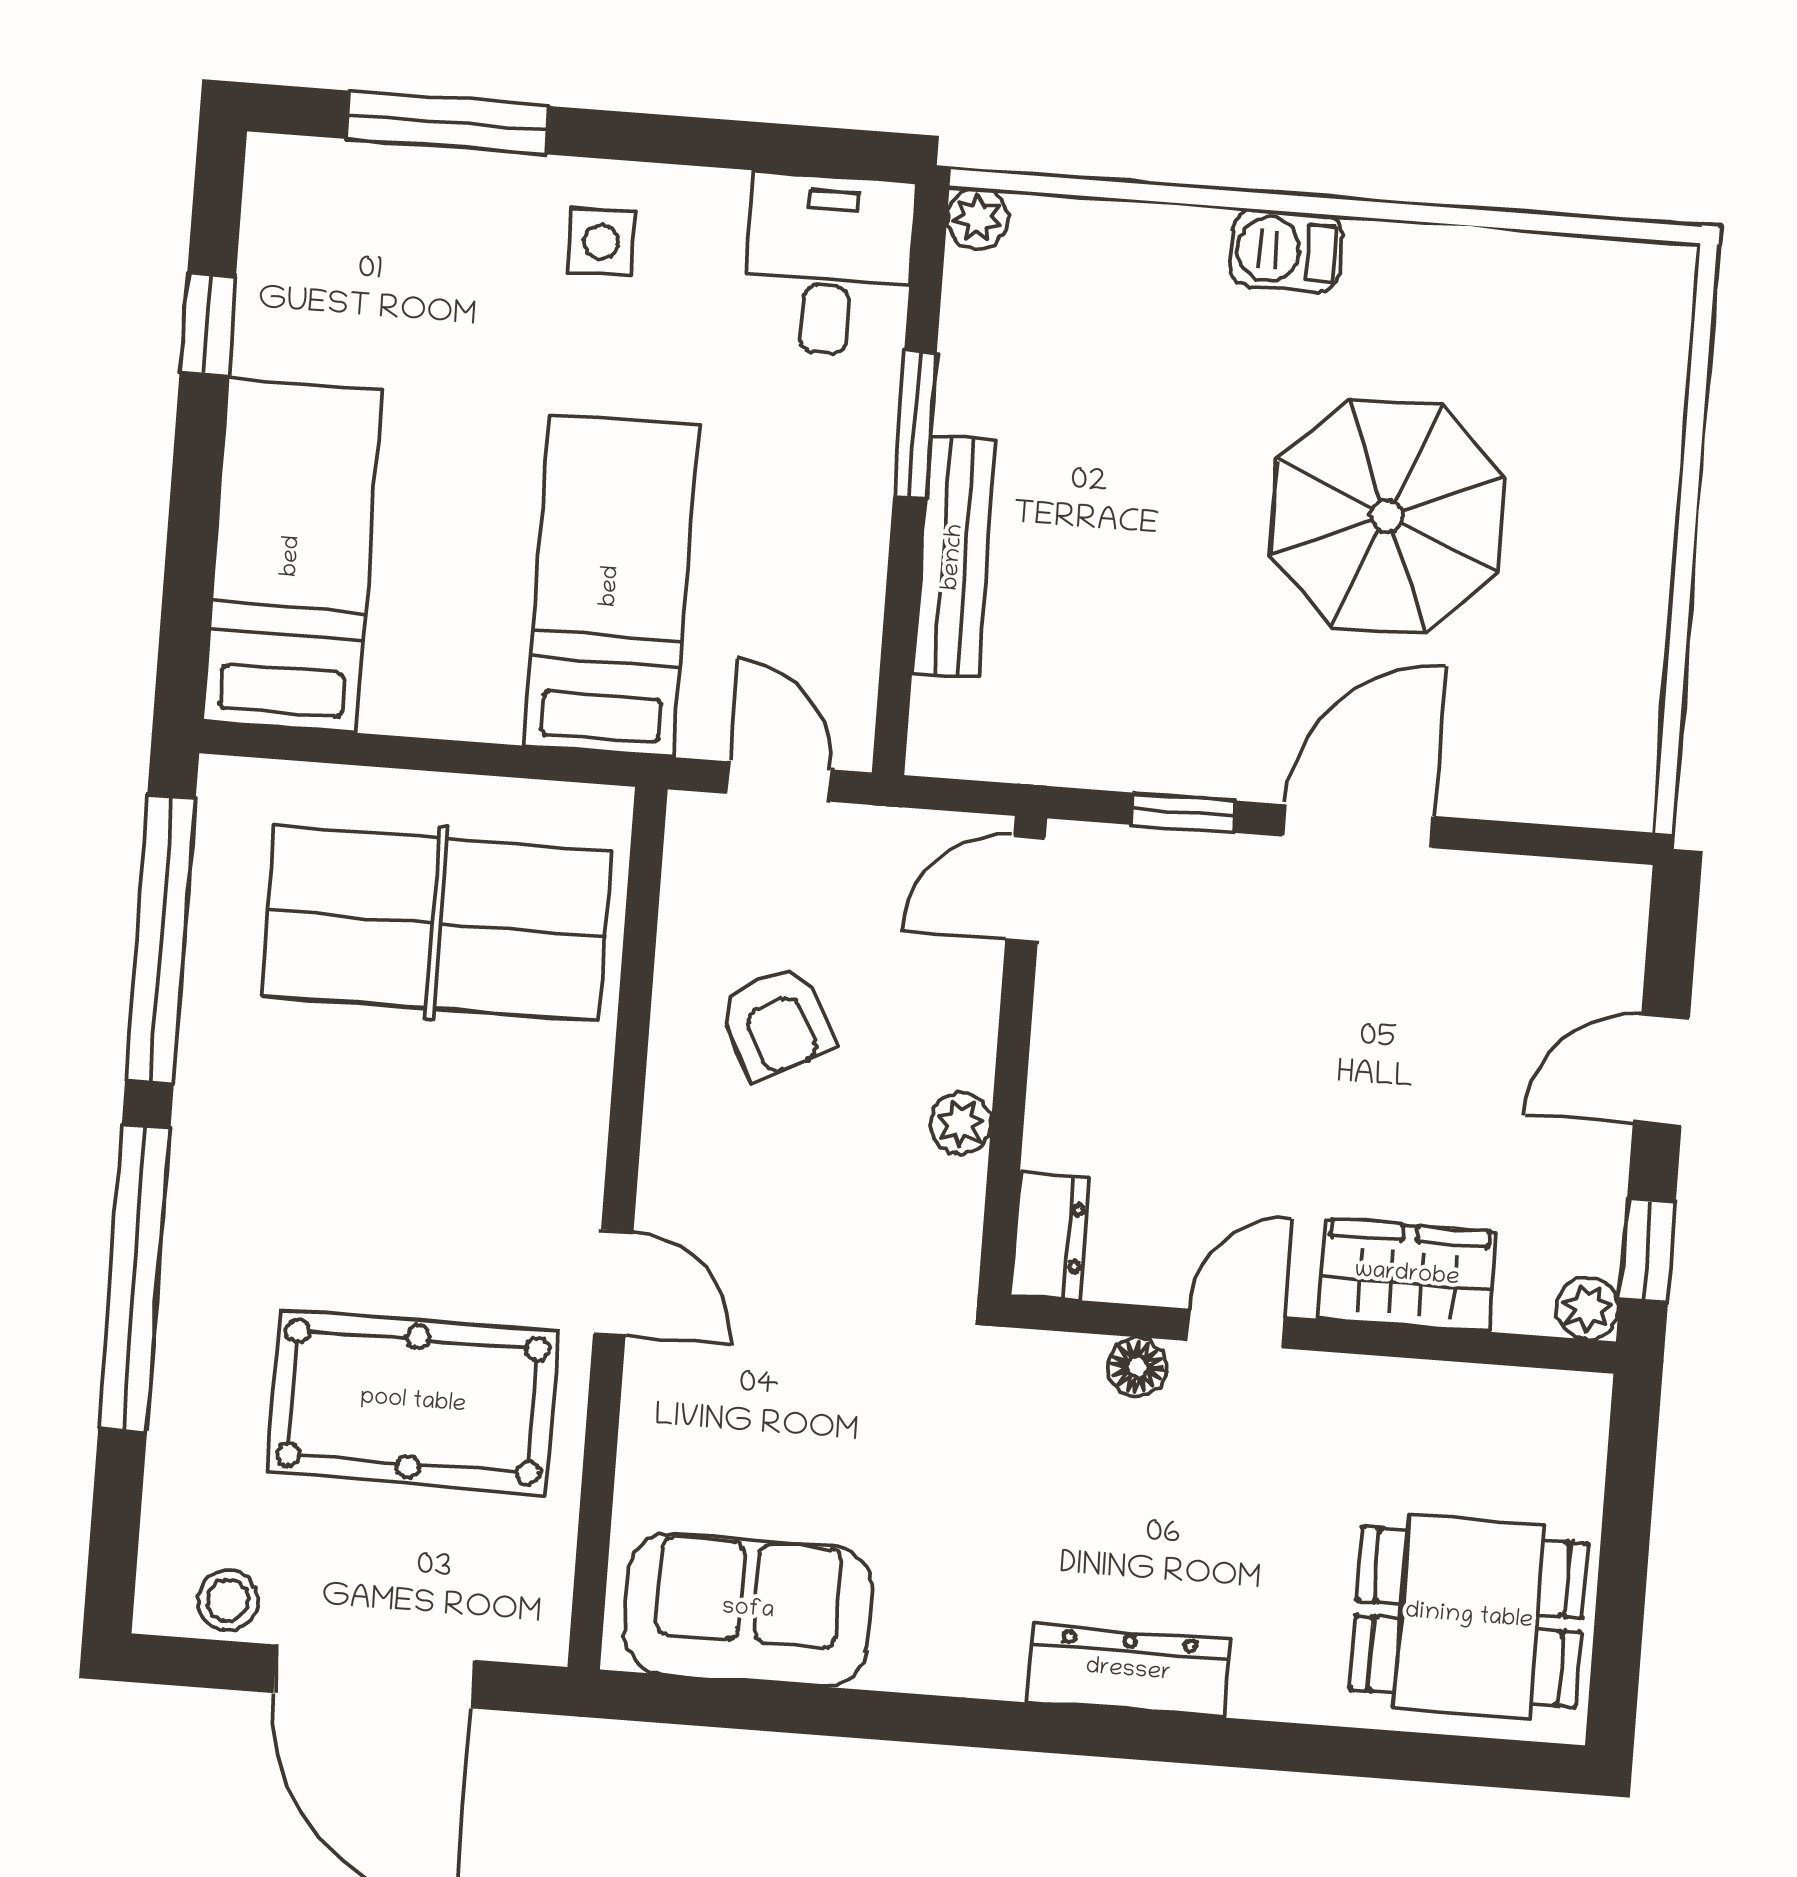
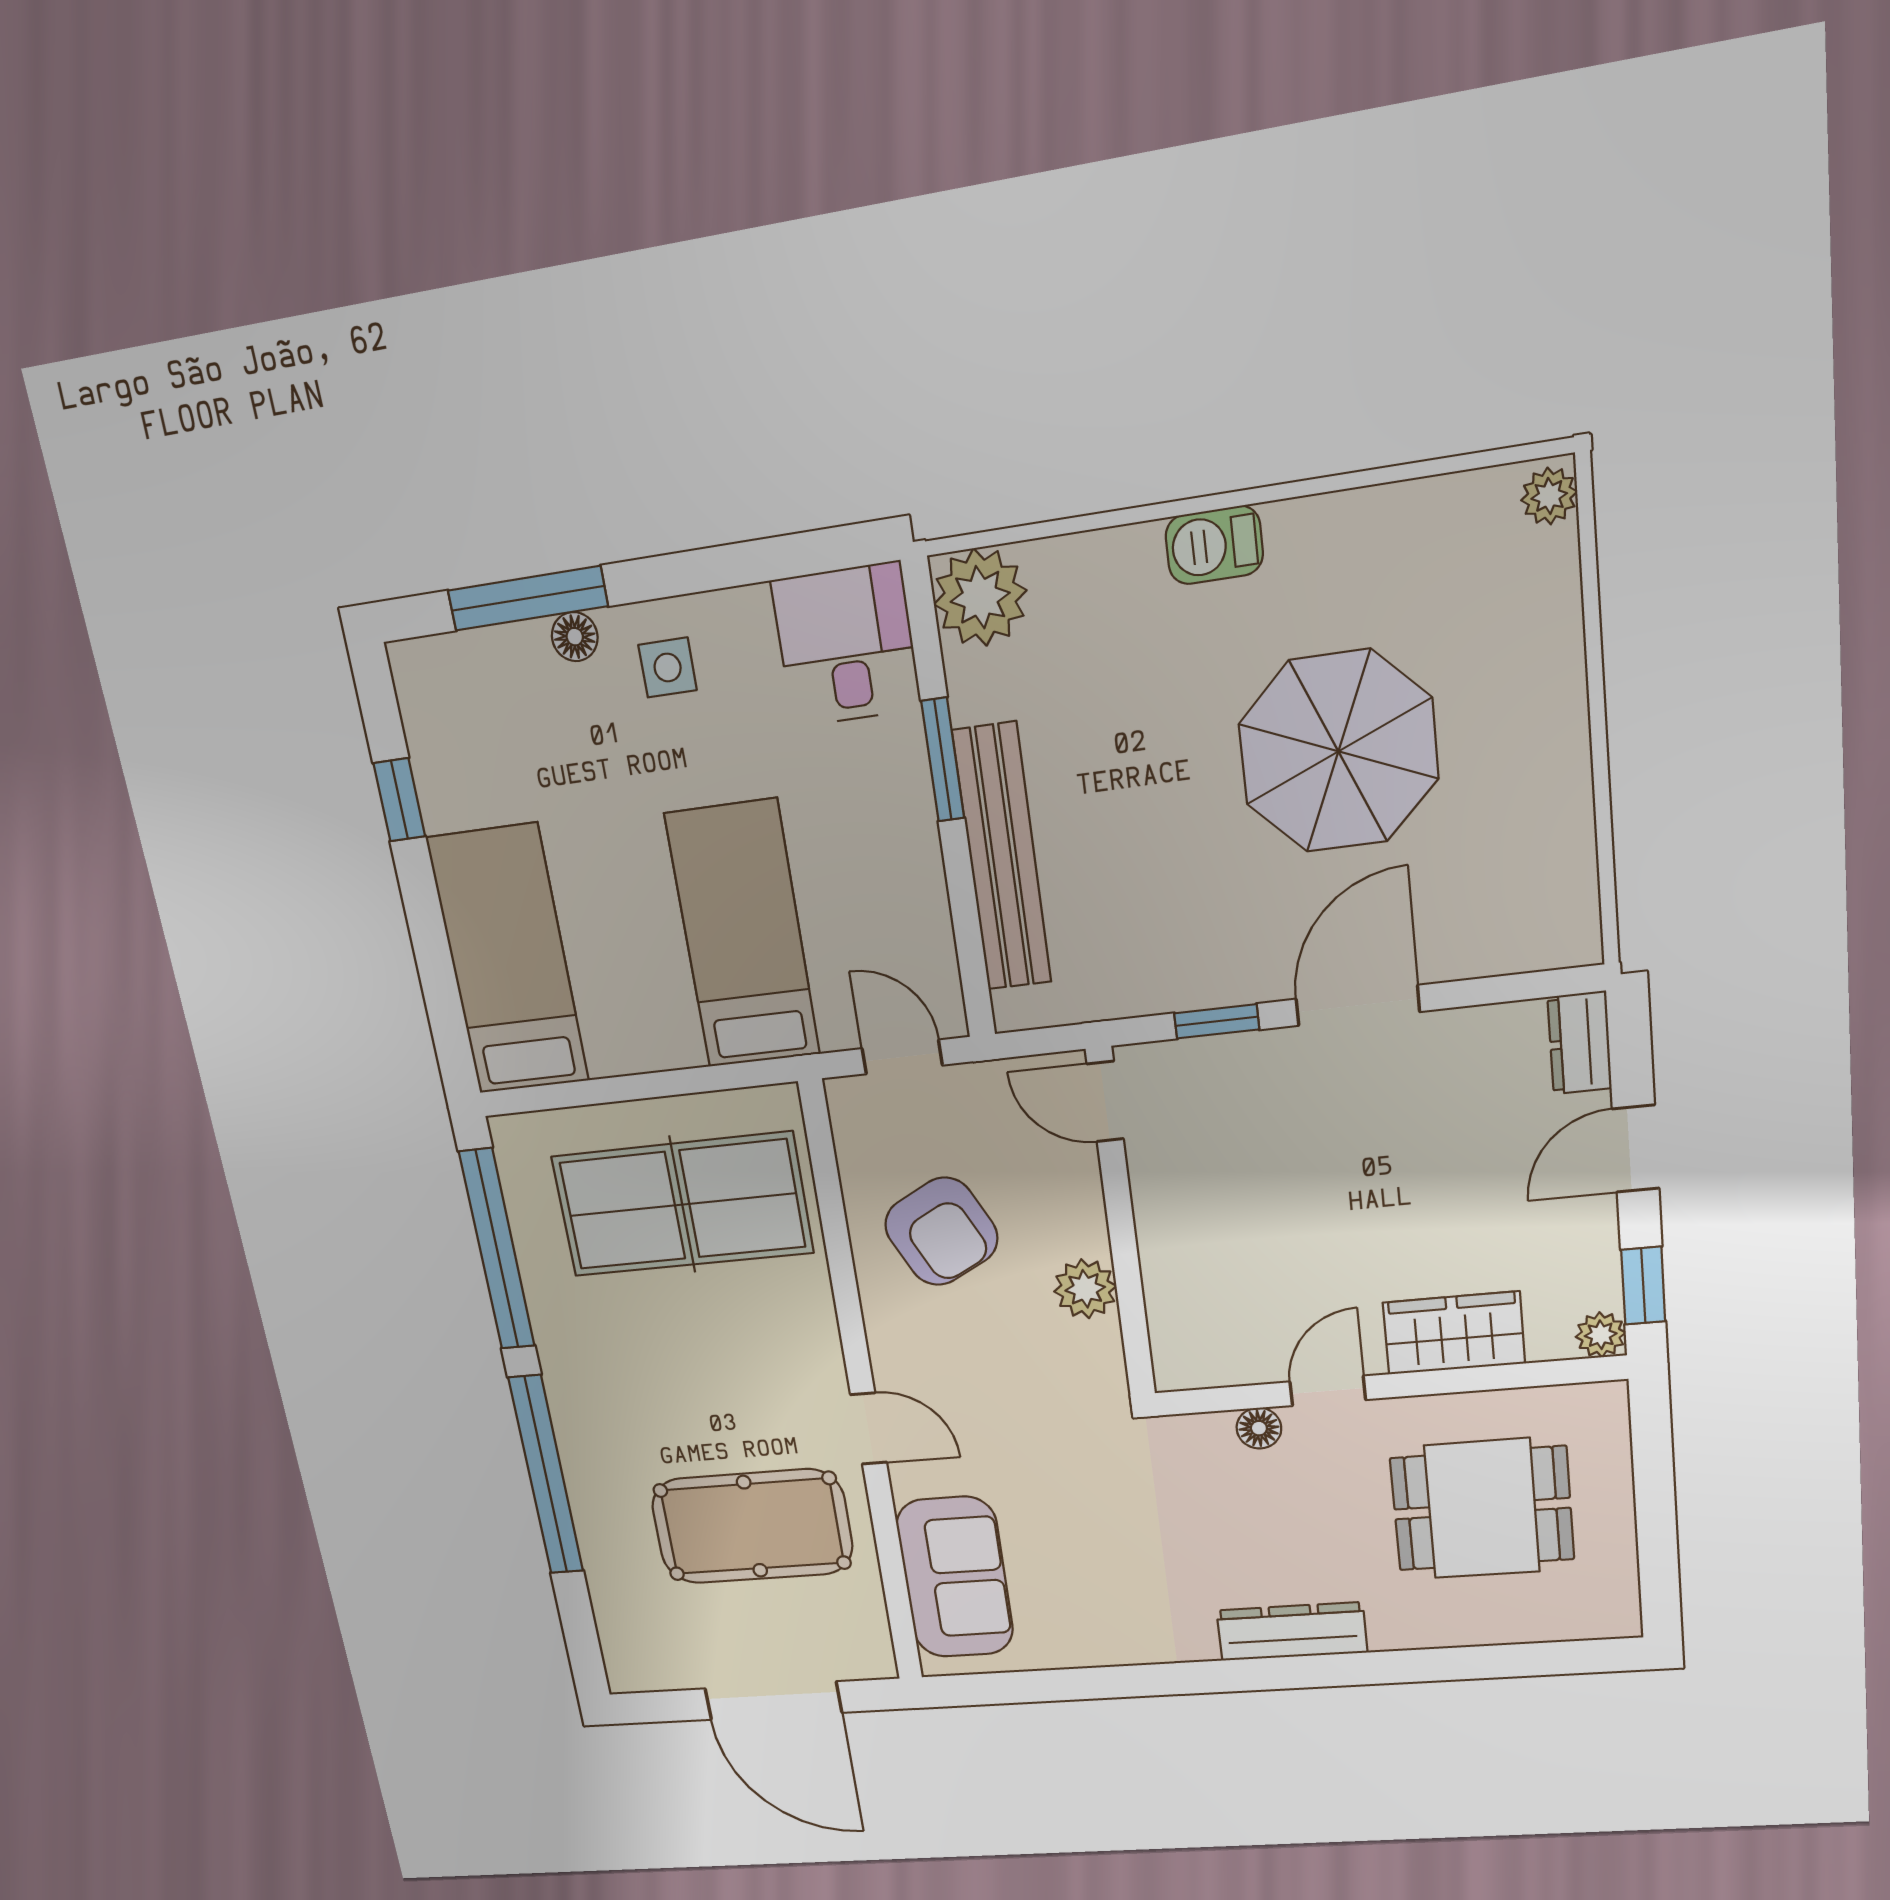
floor lamp: (494, 180) -> (575, 637), added
plant: (978, 218) -> (980, 597), width x1.87, depth x1.87
plant: (1666, 283) -> (1549, 496), added
bench: (954, 557) -> (1002, 858), width x1.37, depth x1.21
door: (1025, 889) -> (1105, 1101), hinge flipped
armchair: (776, 1022) -> (941, 1231), width x1.38, depth x1.38
plant: (961, 1124) -> (1085, 1289), width x1.38, depth x1.38
dresser: (1050, 1236) -> (1580, 1043), moved, turned 180
stool: (228, 1600) -> (665, 1666), removed
sofa: (748, 1610) -> (955, 1577), moved, turned 90
dining table: (1469, 1617) -> (1482, 1509), moved

